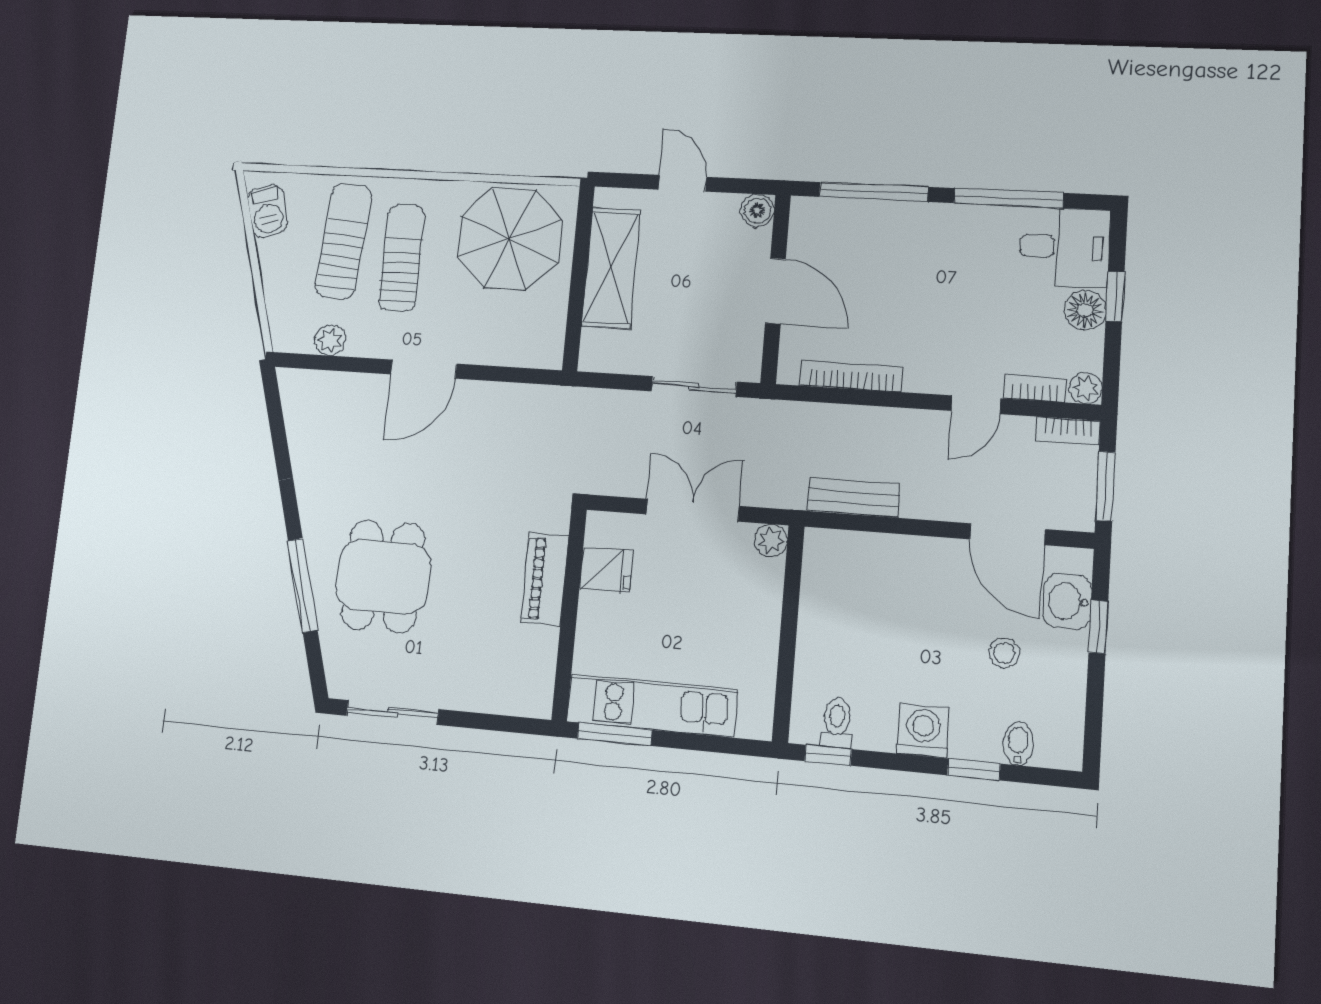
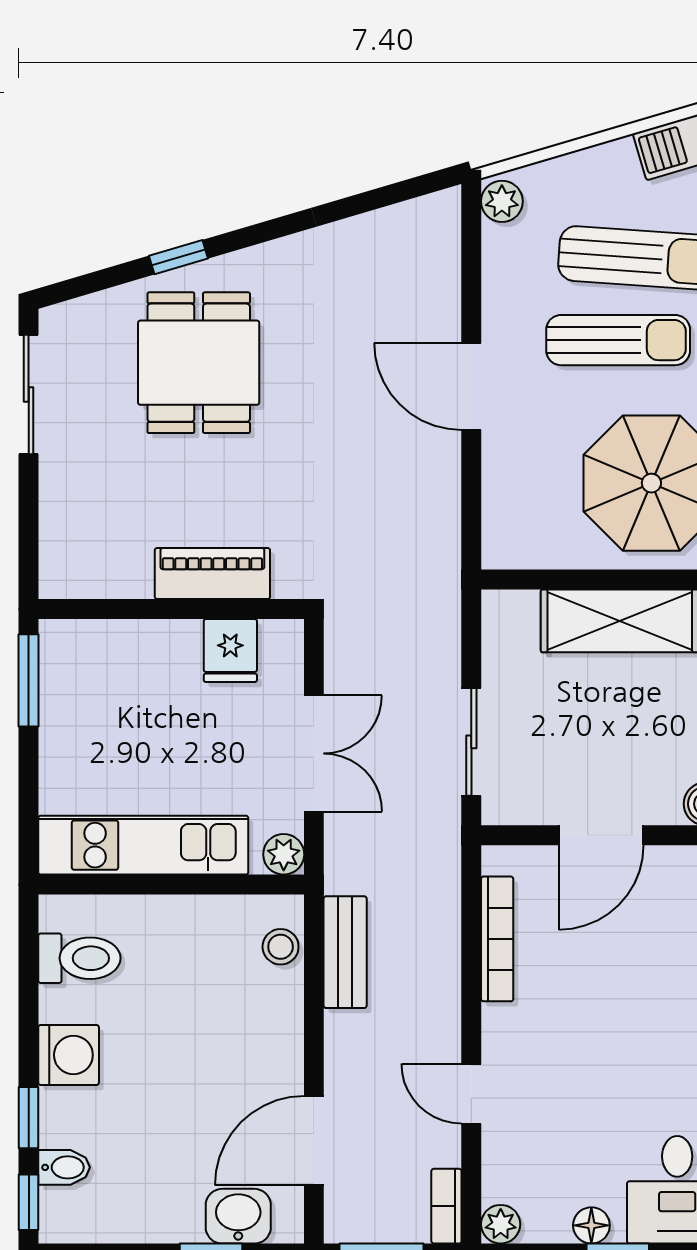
floor lamp: (1085, 310) -> (591, 1225), width x0.73, depth x0.73
plant: (330, 340) -> (502, 201), moved
bookcase: (1035, 389) -> (496, 1164), removed
dining table: (383, 576) -> (199, 363), turned 90
window: (303, 585) -> (178, 257), width x0.46
stool: (1004, 653) -> (281, 947), moved
kitchen unit: (652, 705) -> (143, 845), moved, turned -90
toilet: (837, 723) -> (79, 958), width x1.37, depth x1.39
window: (828, 755) -> (29, 1202), moved

